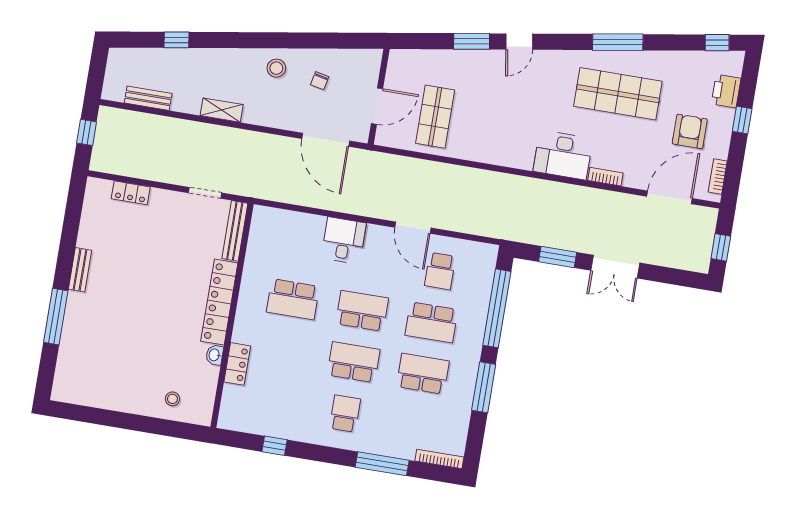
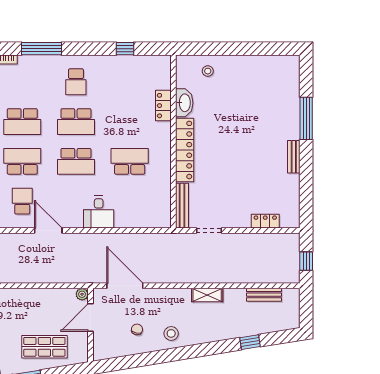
shop shelf: (435, 117) -> (44, 347), moved, turned 90
plant: (383, 138) -> (82, 294), added
washbasin: (215, 355) -> (184, 103), width x1.91, depth x1.45

